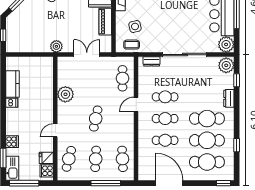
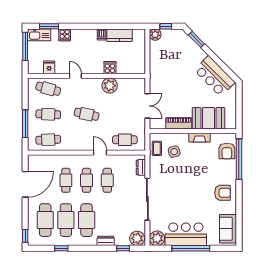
plant: (56, 46) -> (155, 35), moved
cooker: (47, 171) -> (110, 68), moved

